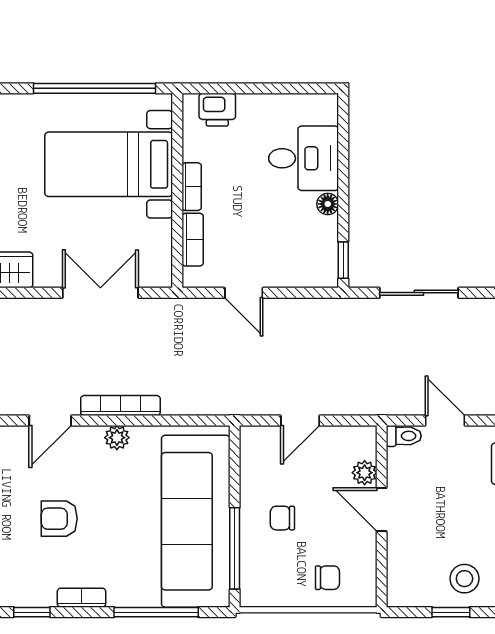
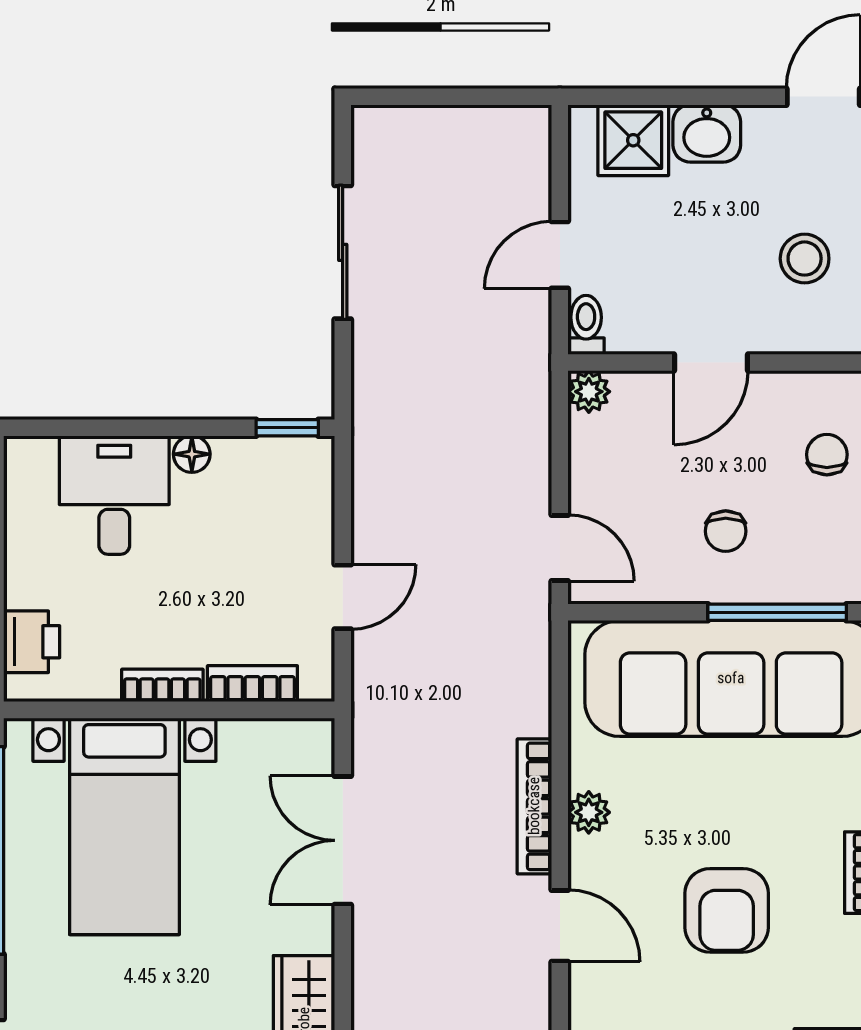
sliding door: (419, 293) -> (343, 252), moved
door: (300, 420) -> (560, 548), moved
plant: (365, 473) -> (589, 392), moved
armchair: (59, 519) -> (727, 910), width x1.38, depth x1.38
stool: (464, 579) -> (805, 259), moved

